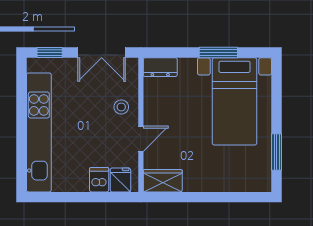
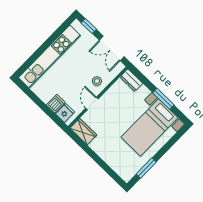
door: (141, 139) -> (92, 104), swing flipped

